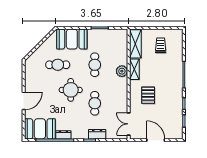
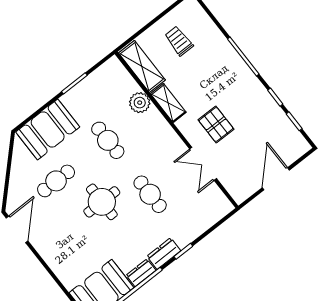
plant: (122, 71) -> (140, 103), moved
door: (24, 101) -> (17, 229), moved
double door: (129, 124) -> (203, 164), moved
dresser: (97, 134) -> (164, 254), moved
door: (156, 140) -> (276, 179), hinge flipped

